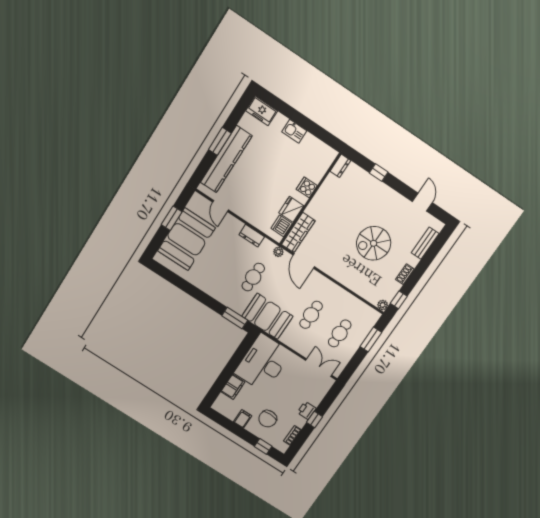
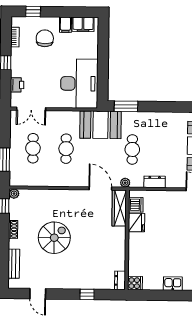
cooker: (307, 187) -> (135, 283), moved
filing cabinet: (233, 387) -> (83, 24), moved, turned -90
printer: (307, 411) -> (17, 85), moved

